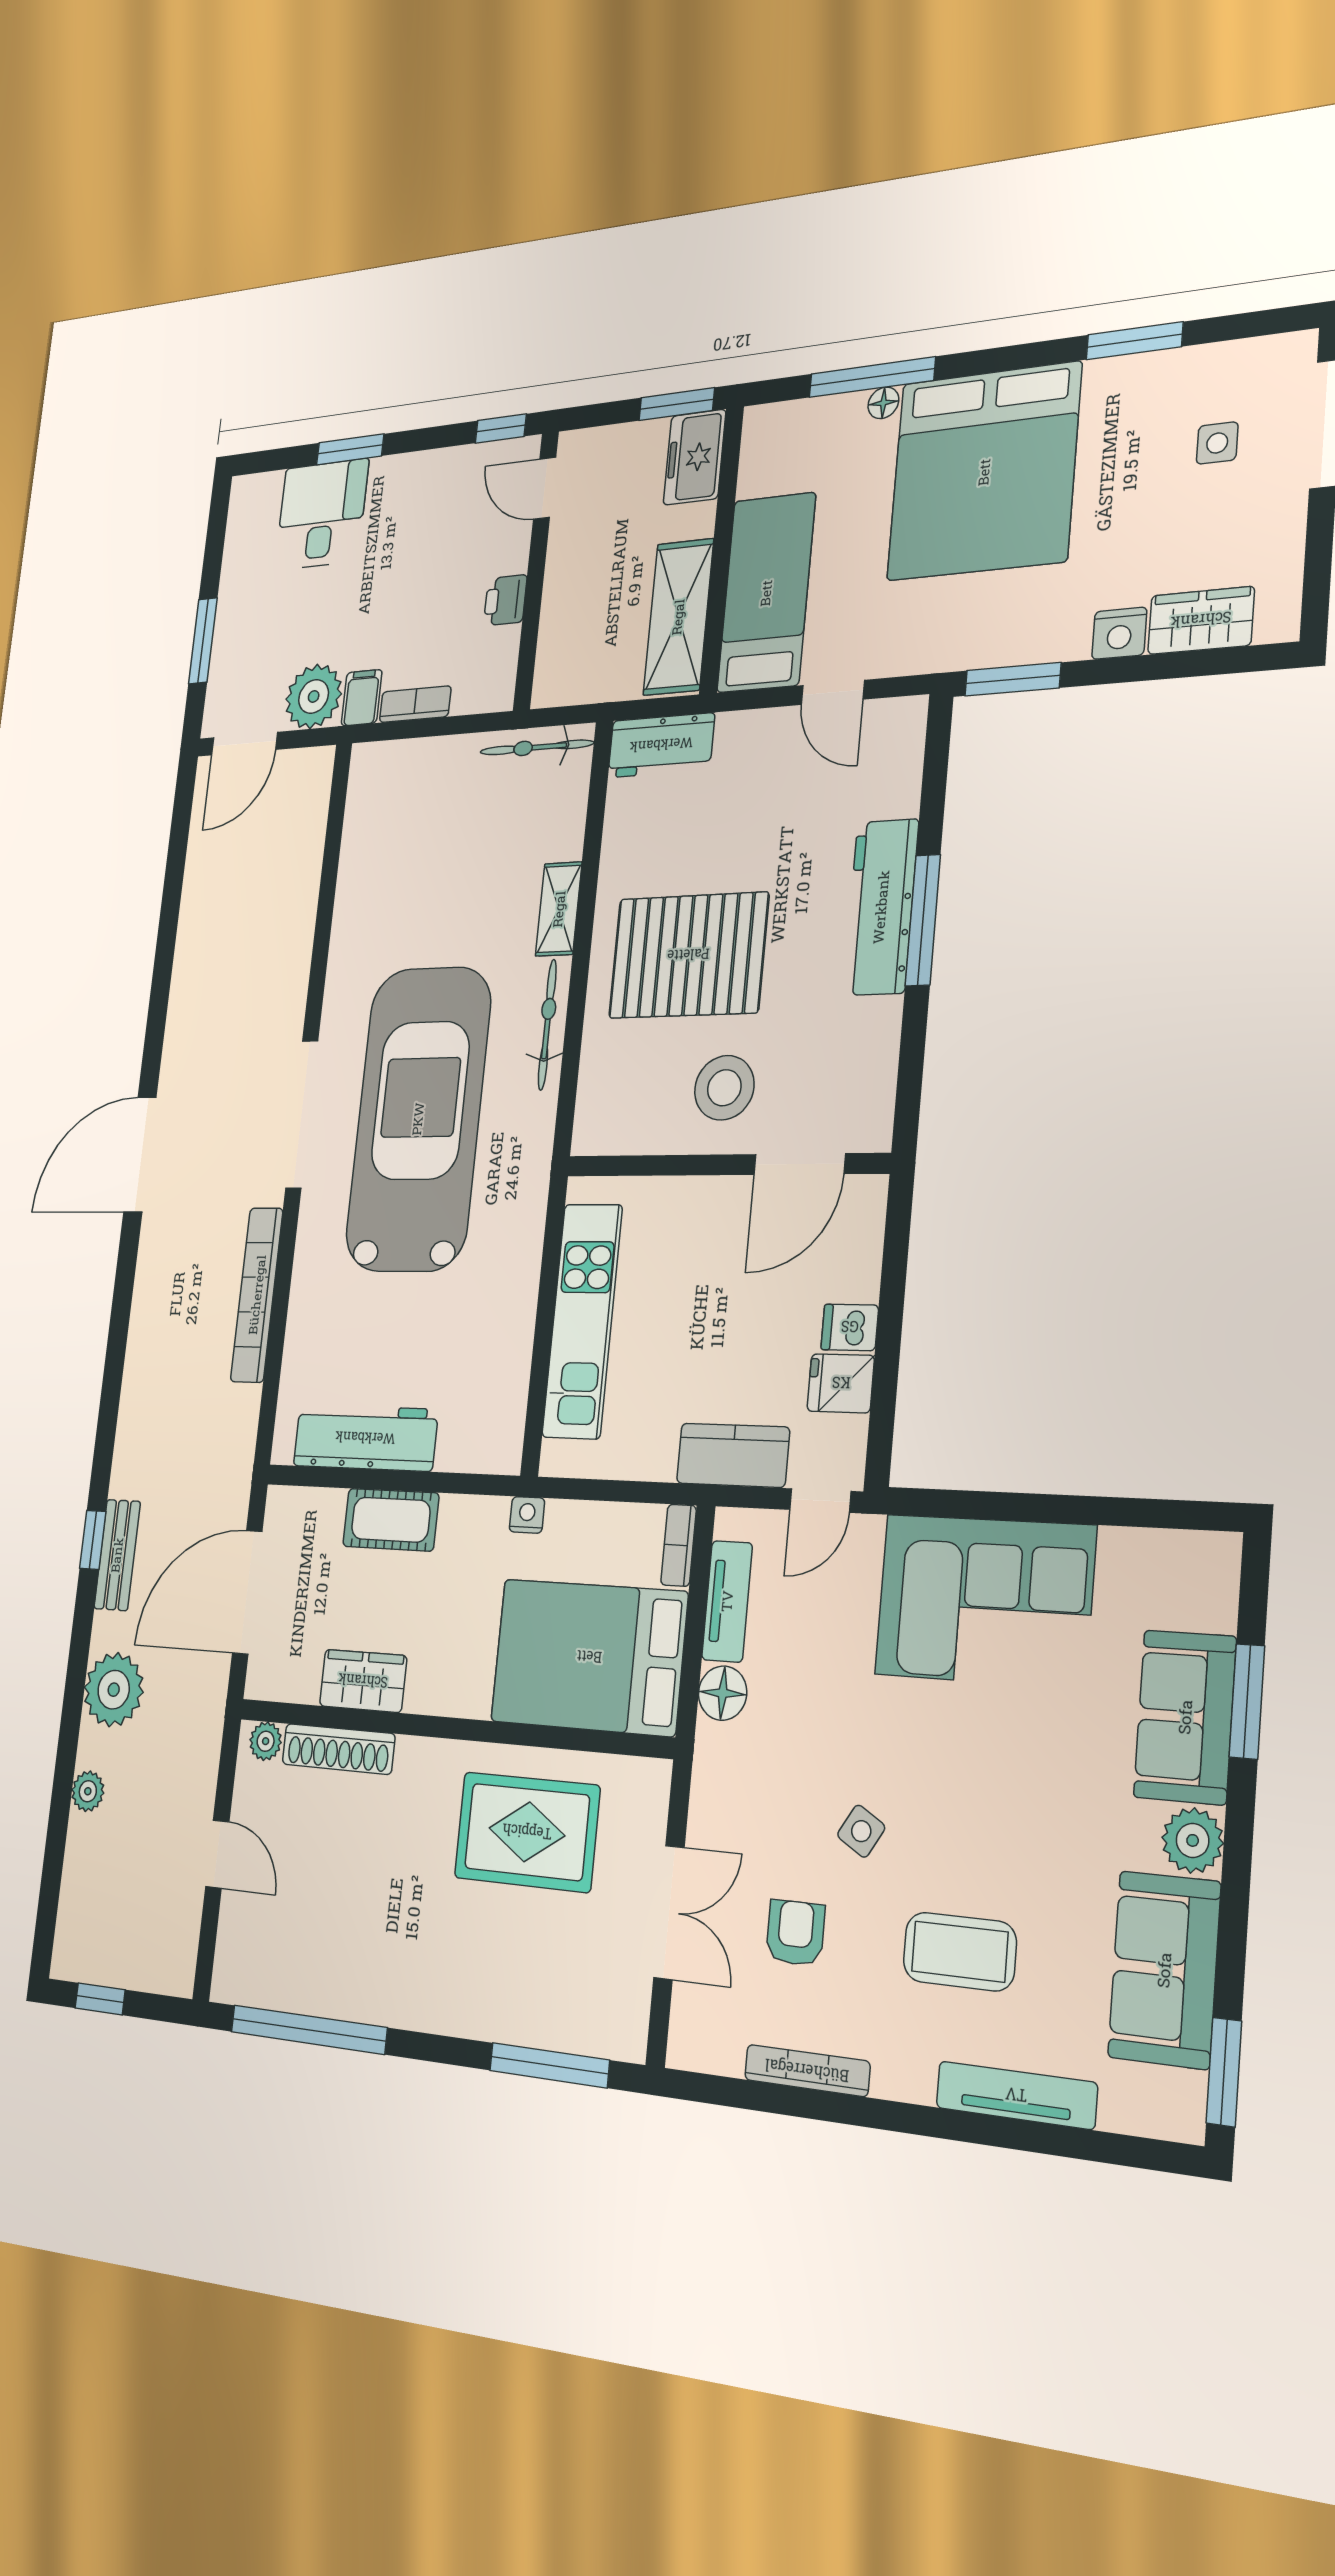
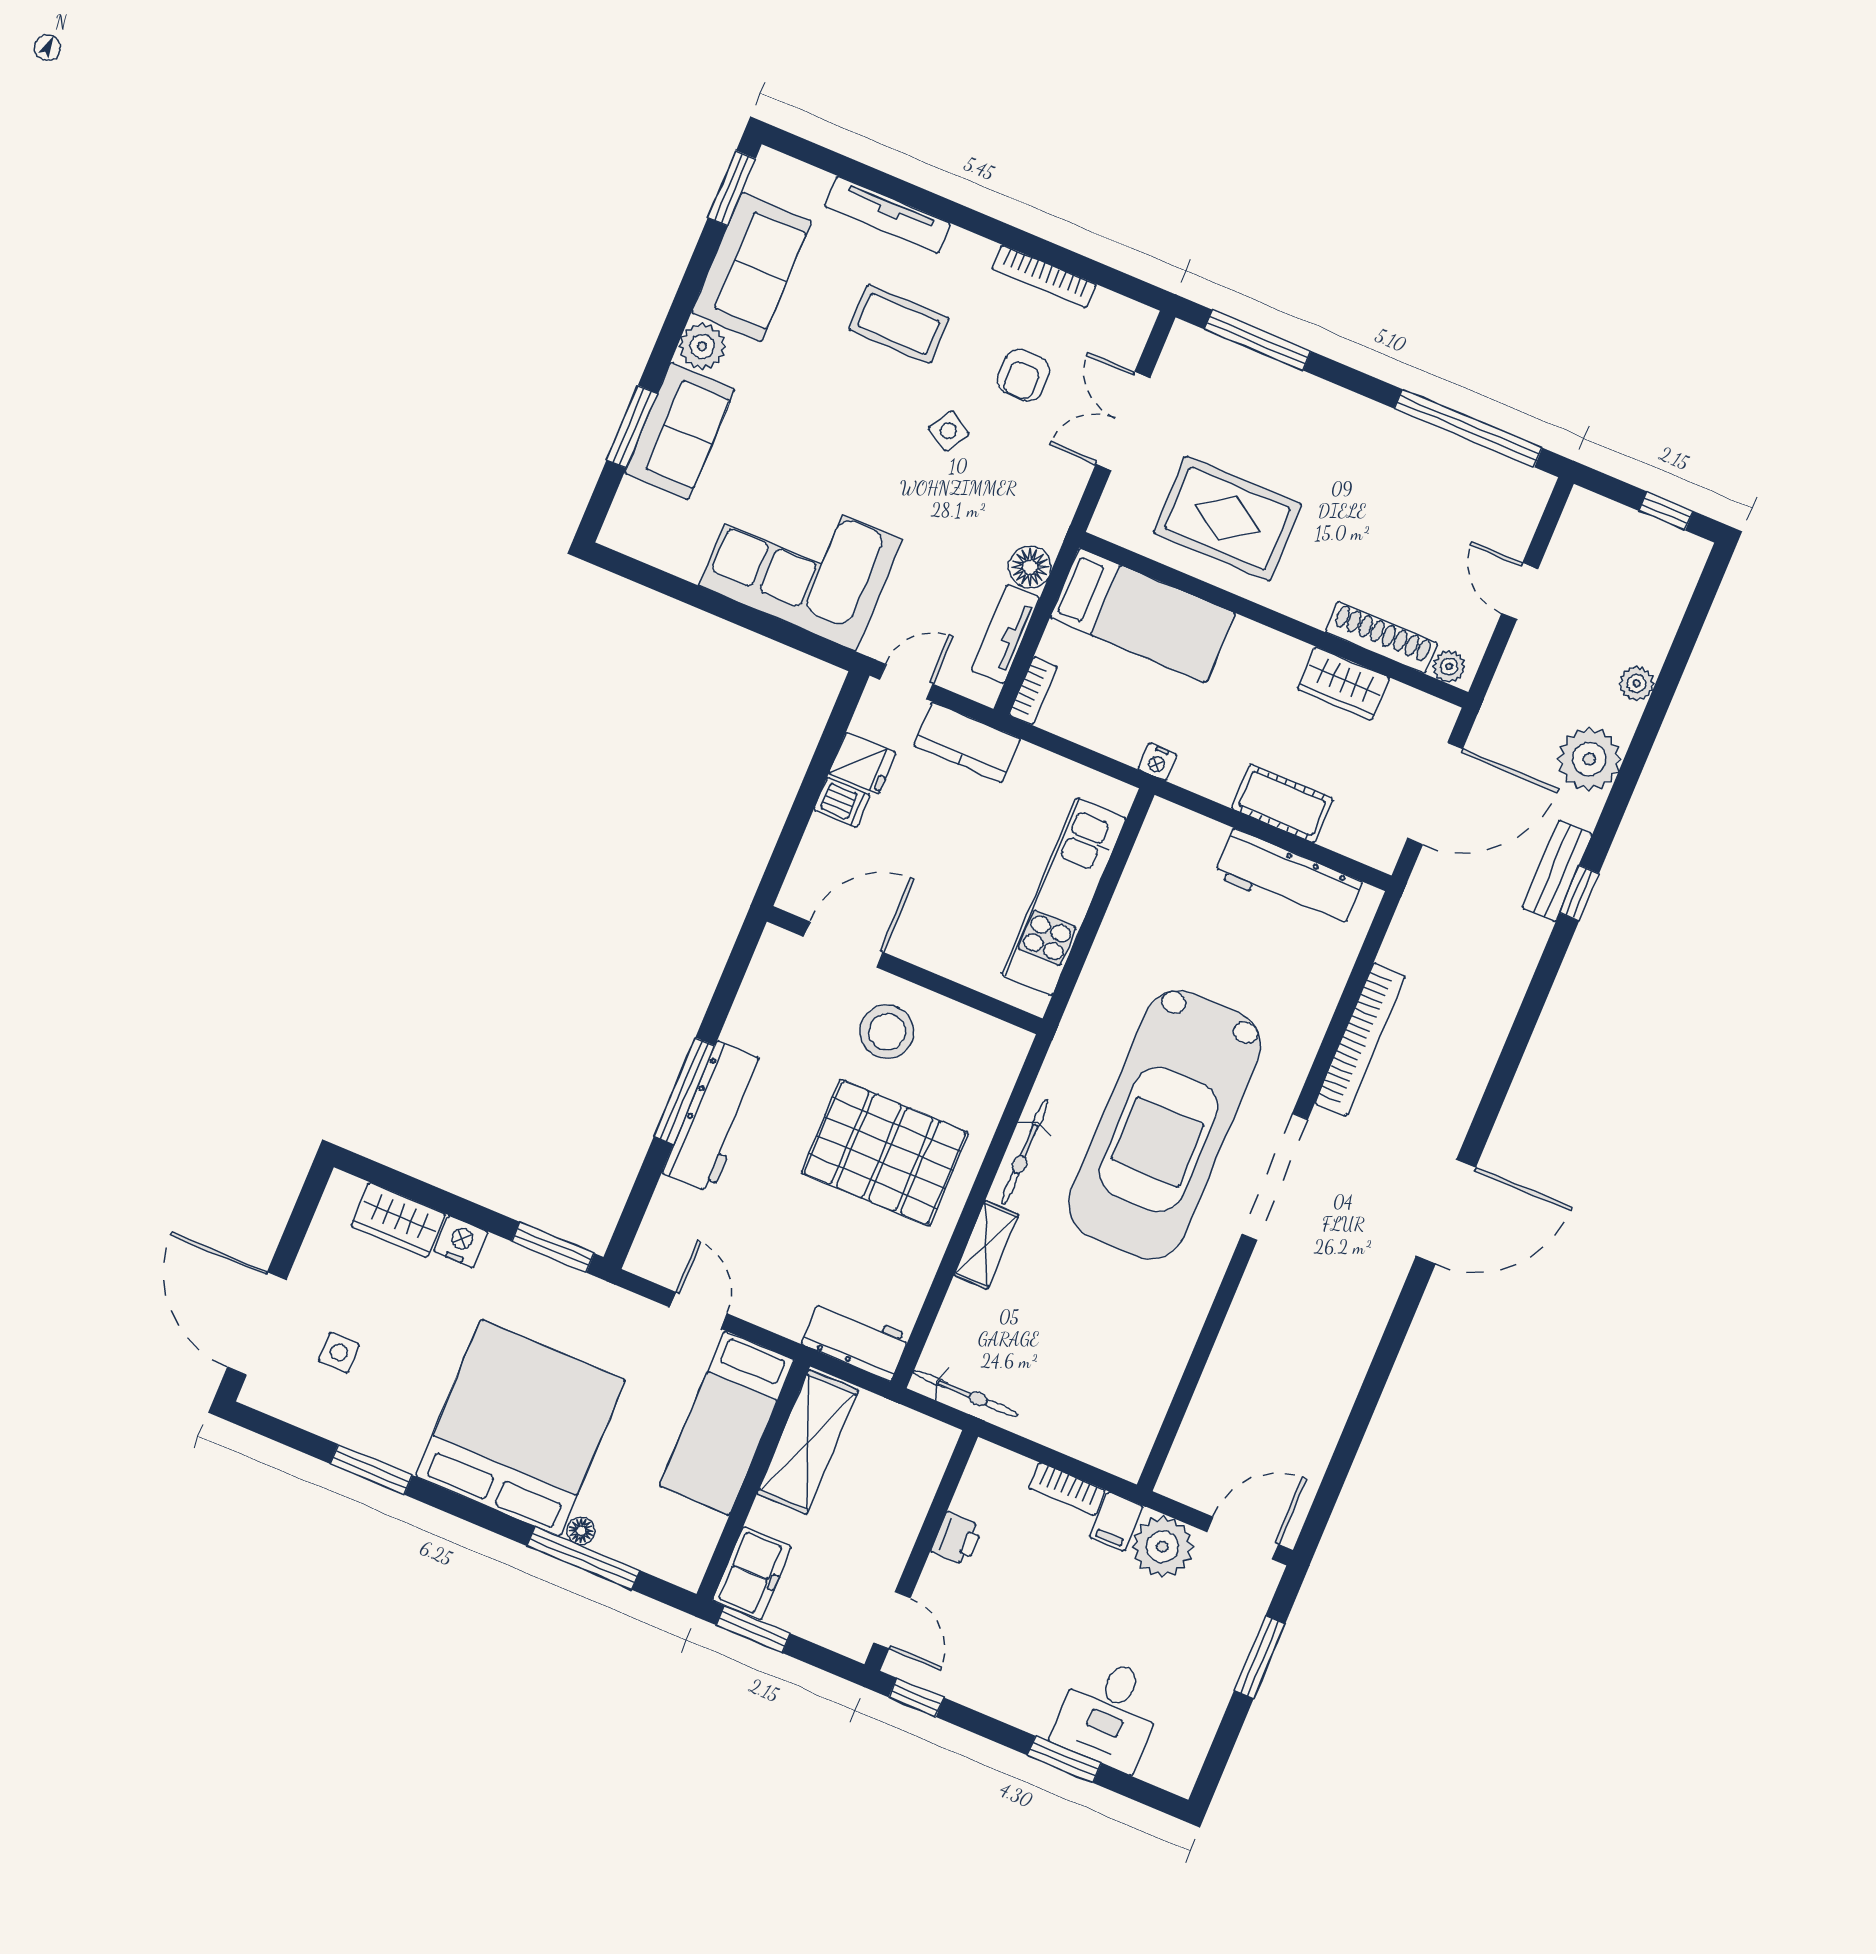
bed: (589, 1657) -> (1143, 615), width x0.67

